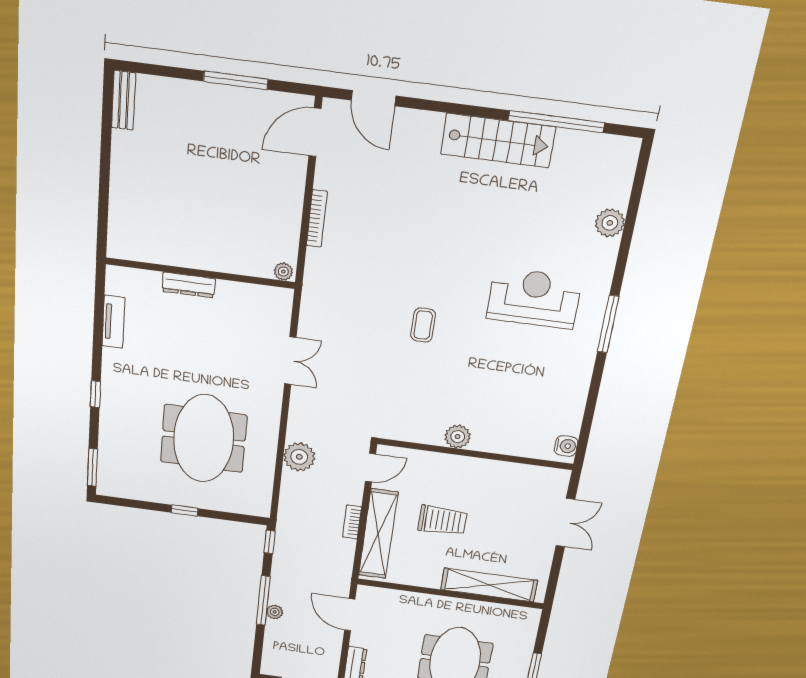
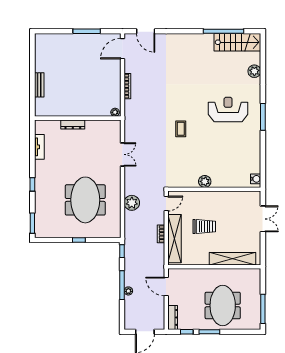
bench: (124, 100) -> (39, 85), moved
stairs: (498, 141) -> (237, 42), moved

